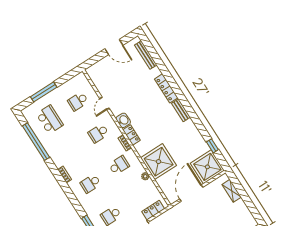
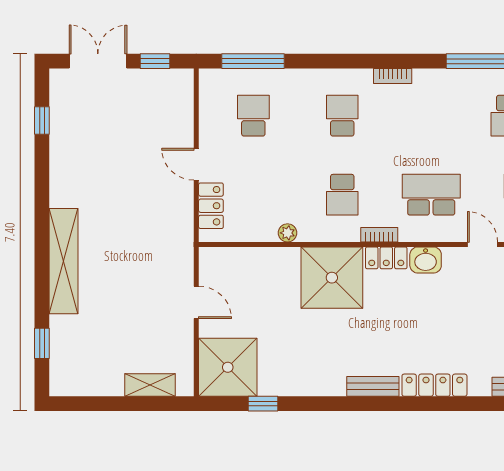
school desk: (98, 133) -> (431, 195), width x1.85
shower: (159, 162) -> (332, 278), moved
door: (191, 193) -> (196, 302), width x0.53

